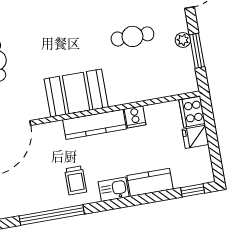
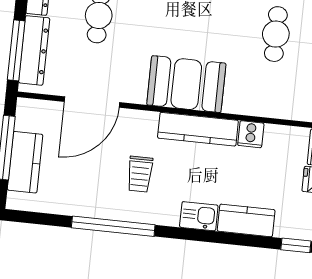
cafe table: (132, 36) -> (276, 34), turned 90
trolley: (76, 180) -> (140, 174), moved

